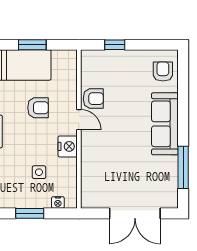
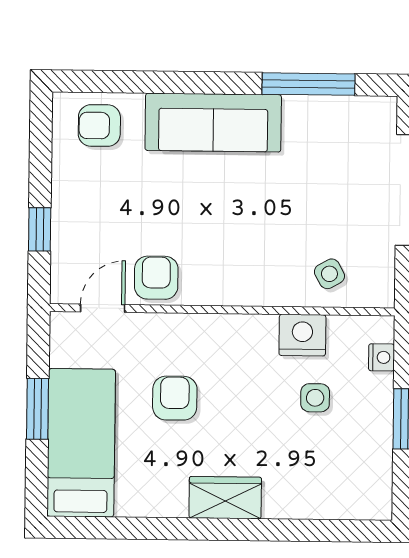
door: (79, 120) -> (103, 308), moved
nightstand: (68, 146) -> (302, 335), moved
side table: (96, 178) -> (329, 274), added

